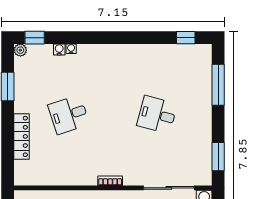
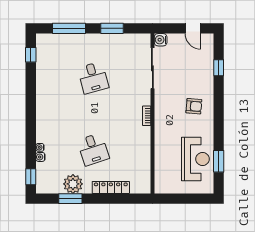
plant: (20, 50) -> (73, 184), moved, width x1.87, depth x1.87
desk: (157, 115) -> (93, 78), turned -30
window: (218, 157) -> (112, 28), moved

